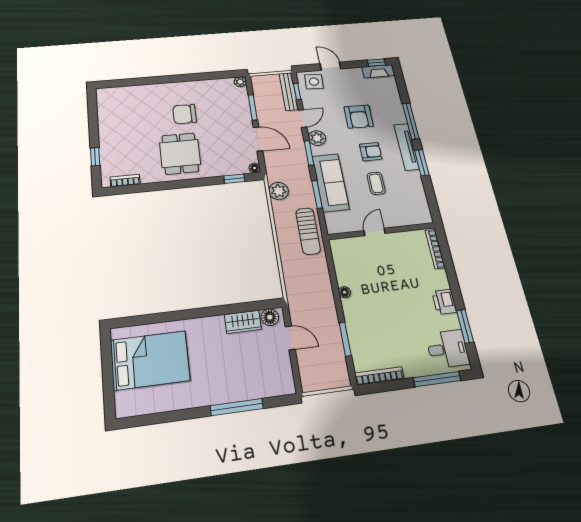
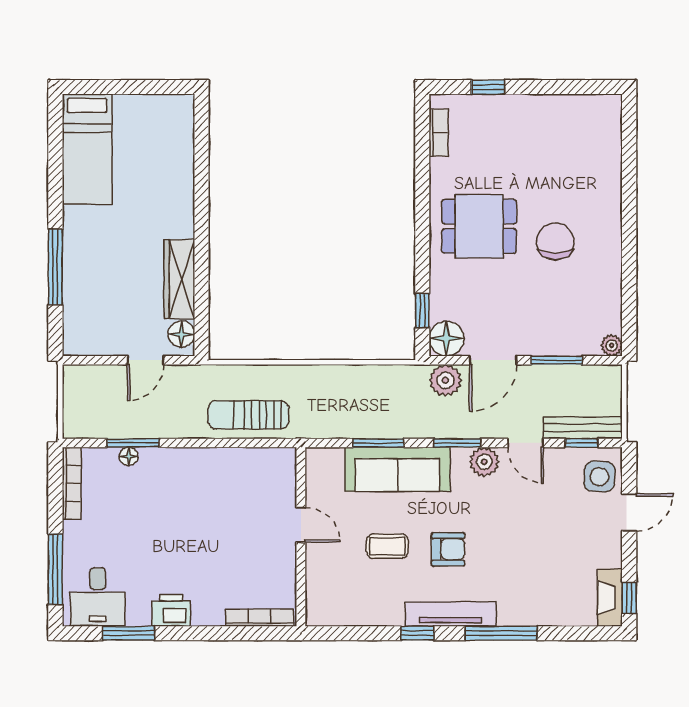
armchair: (359, 117) -> (519, 543), removed
armchair: (371, 152) -> (448, 549), turned -90
window: (422, 163) -> (418, 633), width x0.67
floor lamp: (255, 168) -> (447, 339), width x1.89, depth x1.89
plant: (279, 191) -> (445, 380), moved
sun lounger: (308, 231) -> (248, 415), moved
floor lamp: (345, 292) -> (129, 456), moved
wardrobe: (243, 322) -> (179, 279), width x1.50
bed: (150, 360) -> (87, 149), moved, width x0.67

